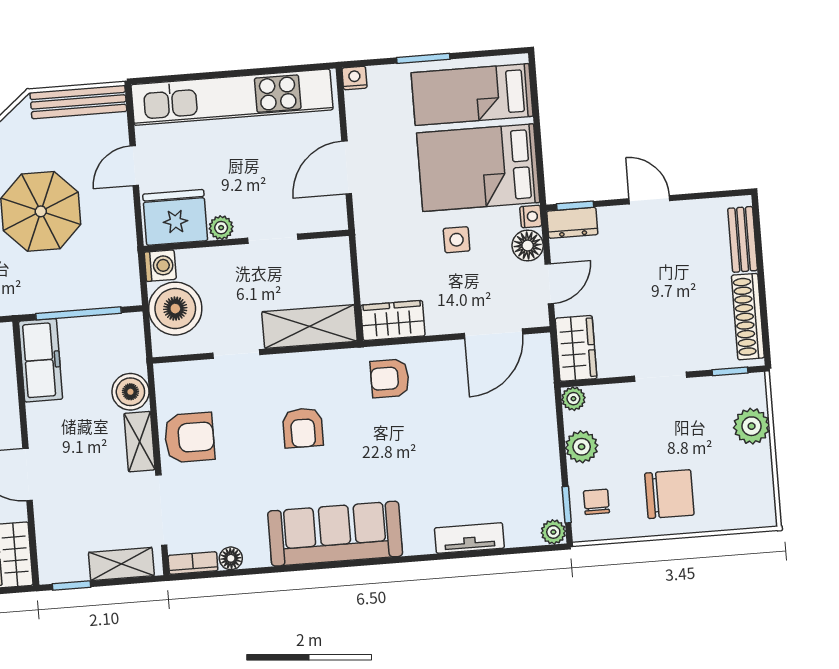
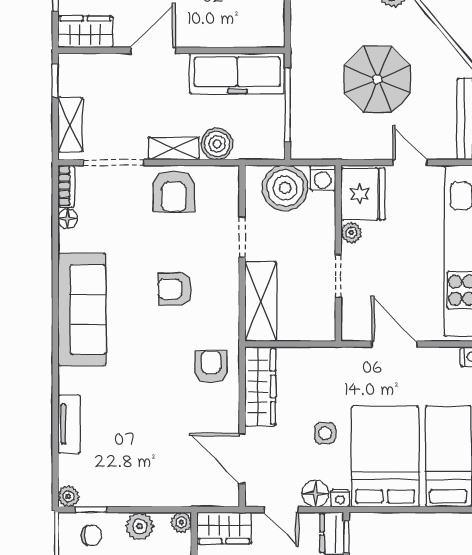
wardrobe: (393, 321) -> (260, 387), width x1.50
freezer: (41, 360) -> (237, 73), width x1.36, depth x1.26

